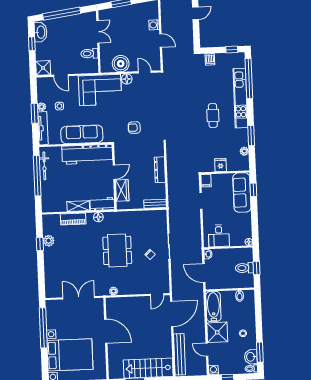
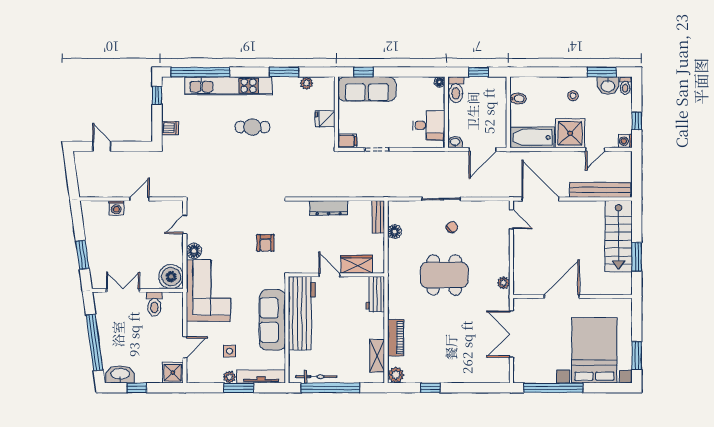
boiler: (121, 64) -> (171, 277), moved
shelving: (78, 206) -> (377, 356), moved
floor lamp: (98, 217) -> (394, 232), moved
plant: (49, 241) -> (396, 375), moved
toilet: (244, 268) -> (456, 90), moved

